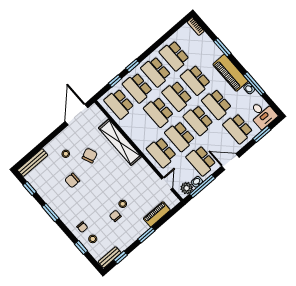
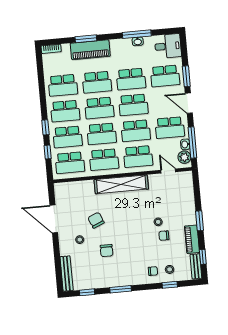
piano: (230, 73) -> (90, 50), moved
door: (76, 114) -> (54, 219), moved
school desk: (140, 128) -> (104, 160), added
window: (262, 134) -> (186, 76), moved
shelving: (120, 142) -> (121, 184), moved
door: (230, 162) -> (189, 103), hinge flipped
piano: (157, 214) -> (192, 239), moved

